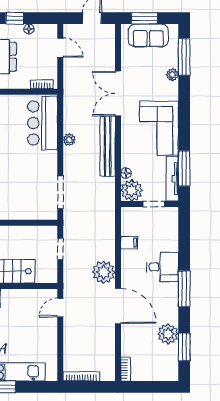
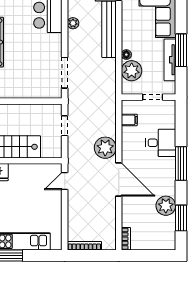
wall: (150, 204) -> (148, 97), moved
doorway: (154, 204) -> (153, 97), moved

